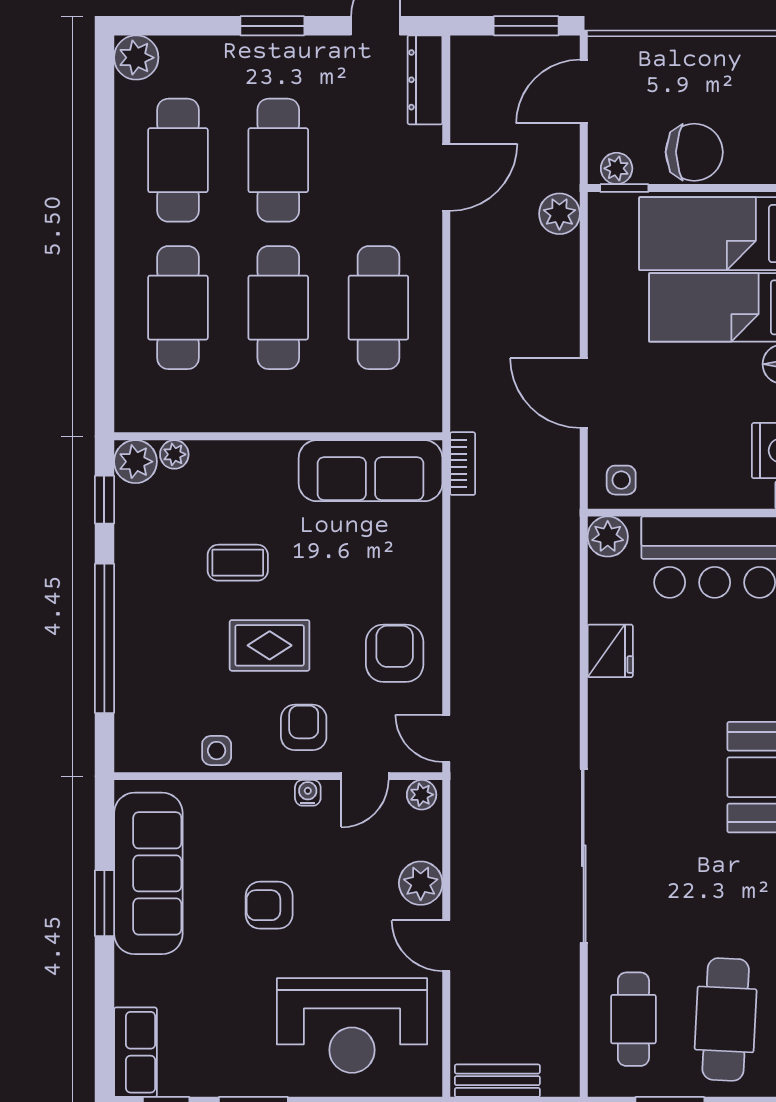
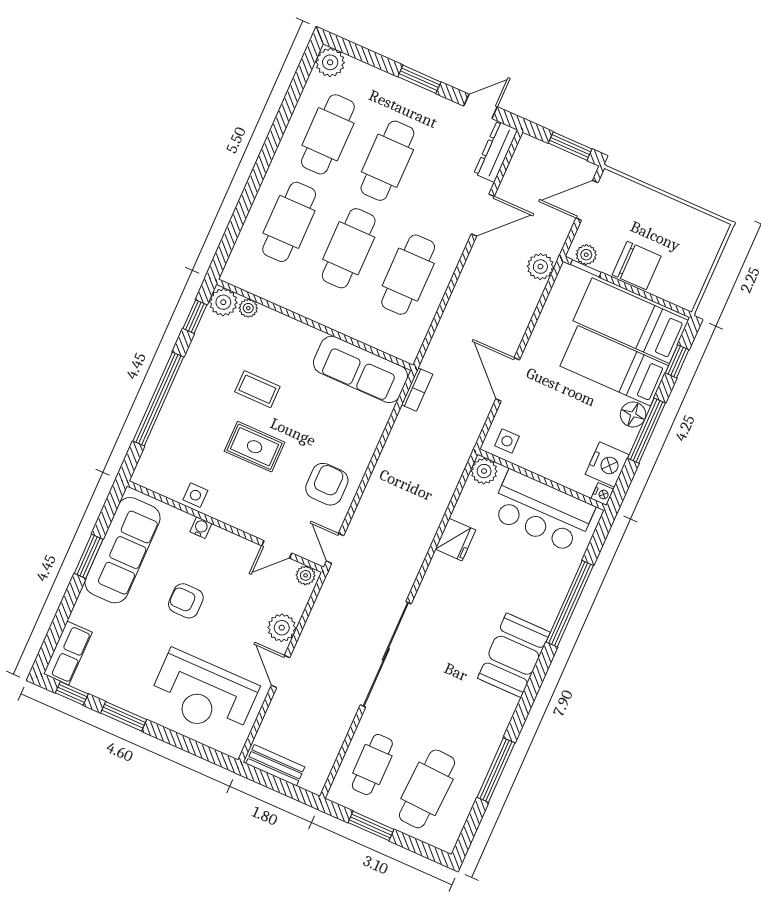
armchair: (304, 727) -> (253, 504), removed
water cooler: (308, 793) -> (201, 528), moved

